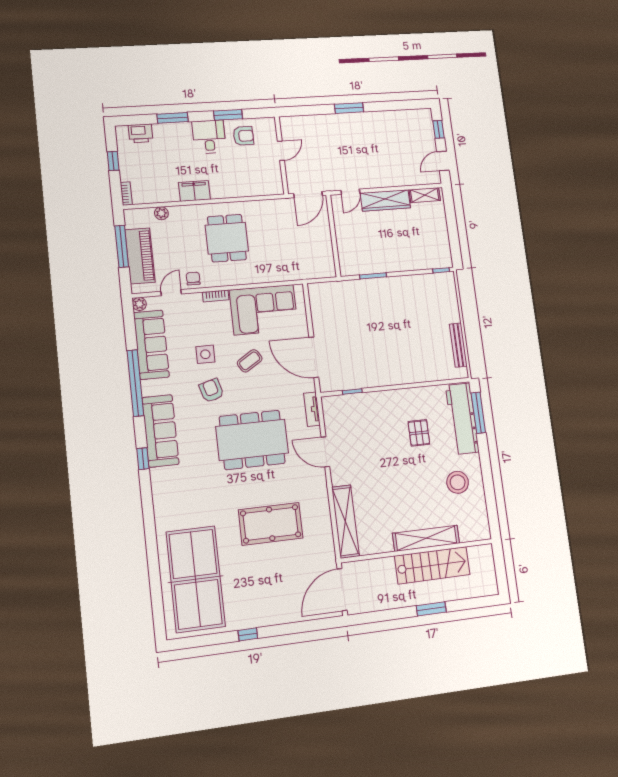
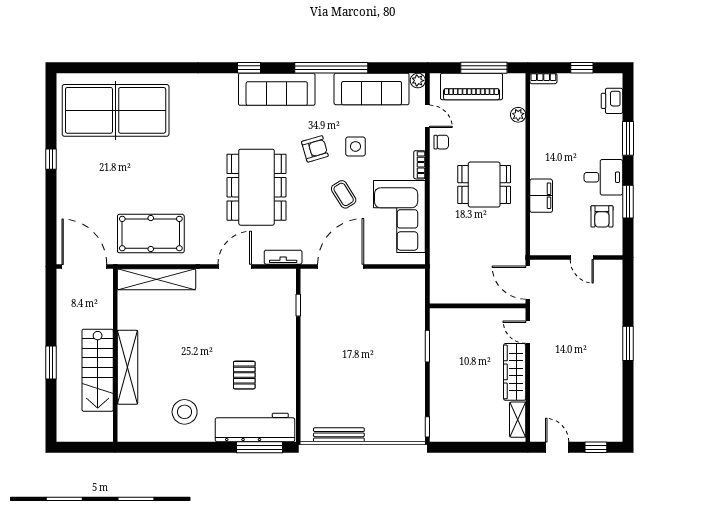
filing cabinet: (194, 191) -> (541, 196), moved
pallet: (419, 433) -> (244, 375), turned 90
pool table: (271, 524) -> (151, 234), moved, turned 90

